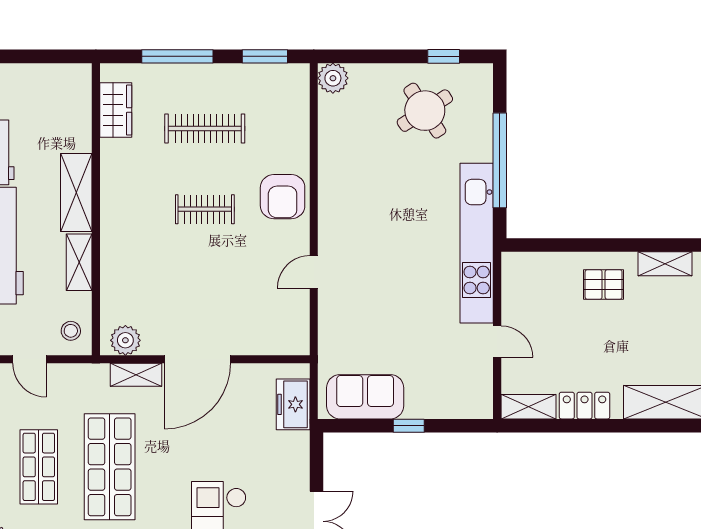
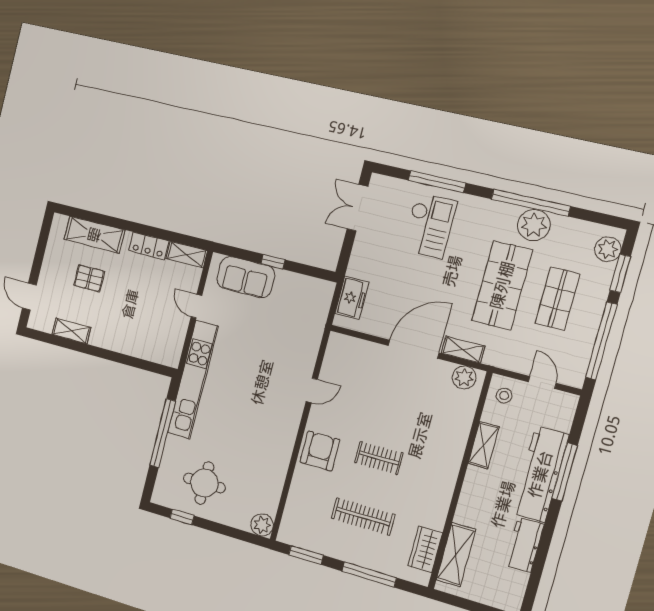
round table: (425, 111) -> (204, 483), turned 33
shelving: (76, 193) -> (456, 555), moved
pallet: (604, 285) -> (89, 278), moved
sofa: (365, 397) -> (246, 277), moved

